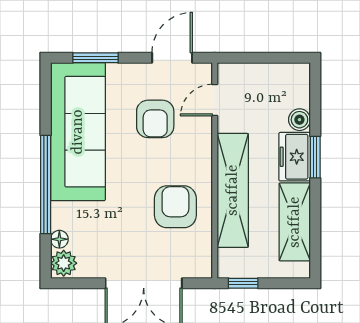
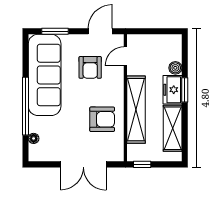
armchair: (175, 207) -> (102, 119), turned 90
plant: (64, 263) -> (36, 153), removed

